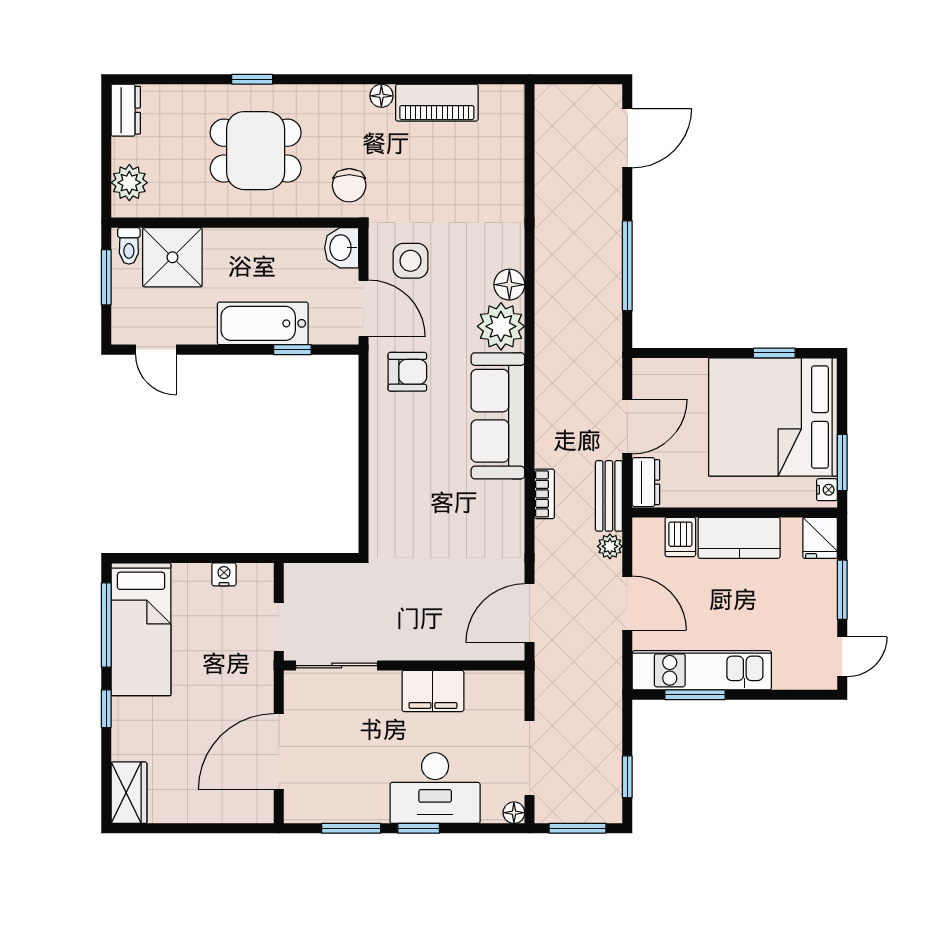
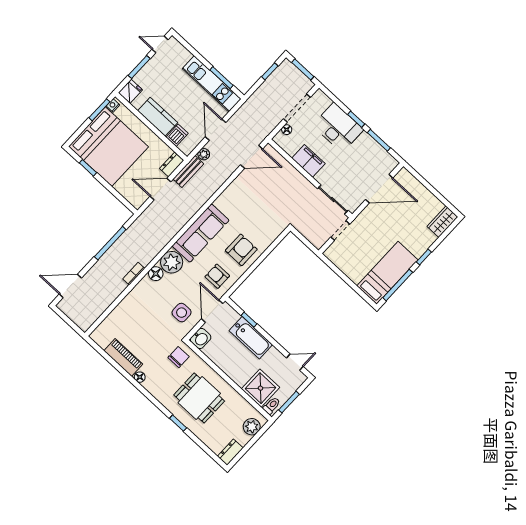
door: (156, 350) -> (295, 362), hinge flipped
armchair: (408, 449) -> (241, 250), added
bookcase: (544, 494) -> (134, 274), moved
nightstand: (224, 574) -> (342, 265), removed
floor lamp: (514, 813) -> (287, 130), moved

